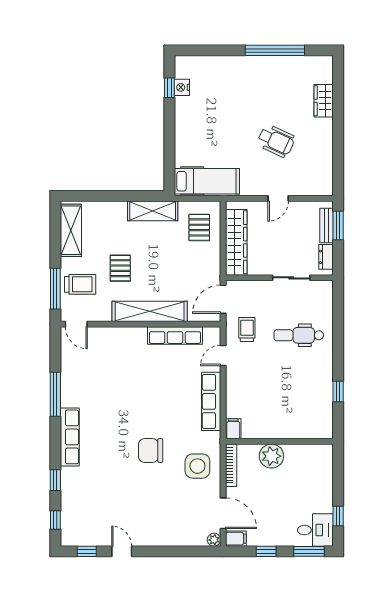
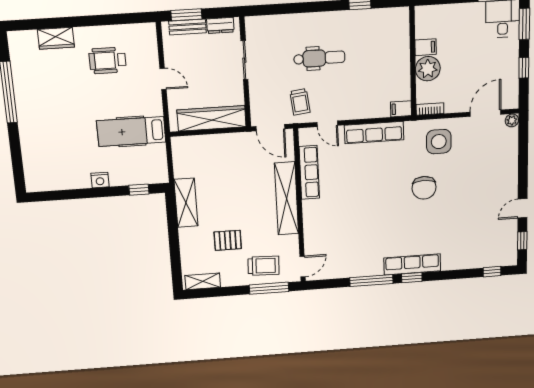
nightstand: (182, 87) -> (100, 180), moved
window: (169, 88) -> (139, 190), moved
wheelchair: (276, 141) -> (108, 60), moved, turned -115
hospital bed: (207, 181) -> (131, 131), moved, turned -90
pallet: (199, 227) -> (199, 156), removed
shelving: (71, 230) -> (203, 281), width x0.67, depth x0.75
pallet: (120, 268) -> (228, 240), moved
trolley: (80, 284) -> (264, 266), turned 92
trolley: (247, 329) -> (300, 102), turned -97
dental chair: (299, 335) -> (319, 58), moved, turned -90
bookcase: (231, 465) -> (430, 109), width x0.64
window: (55, 480) -> (412, 278), moved
filing cabinet: (236, 539) -> (426, 47), moved, turned 90

